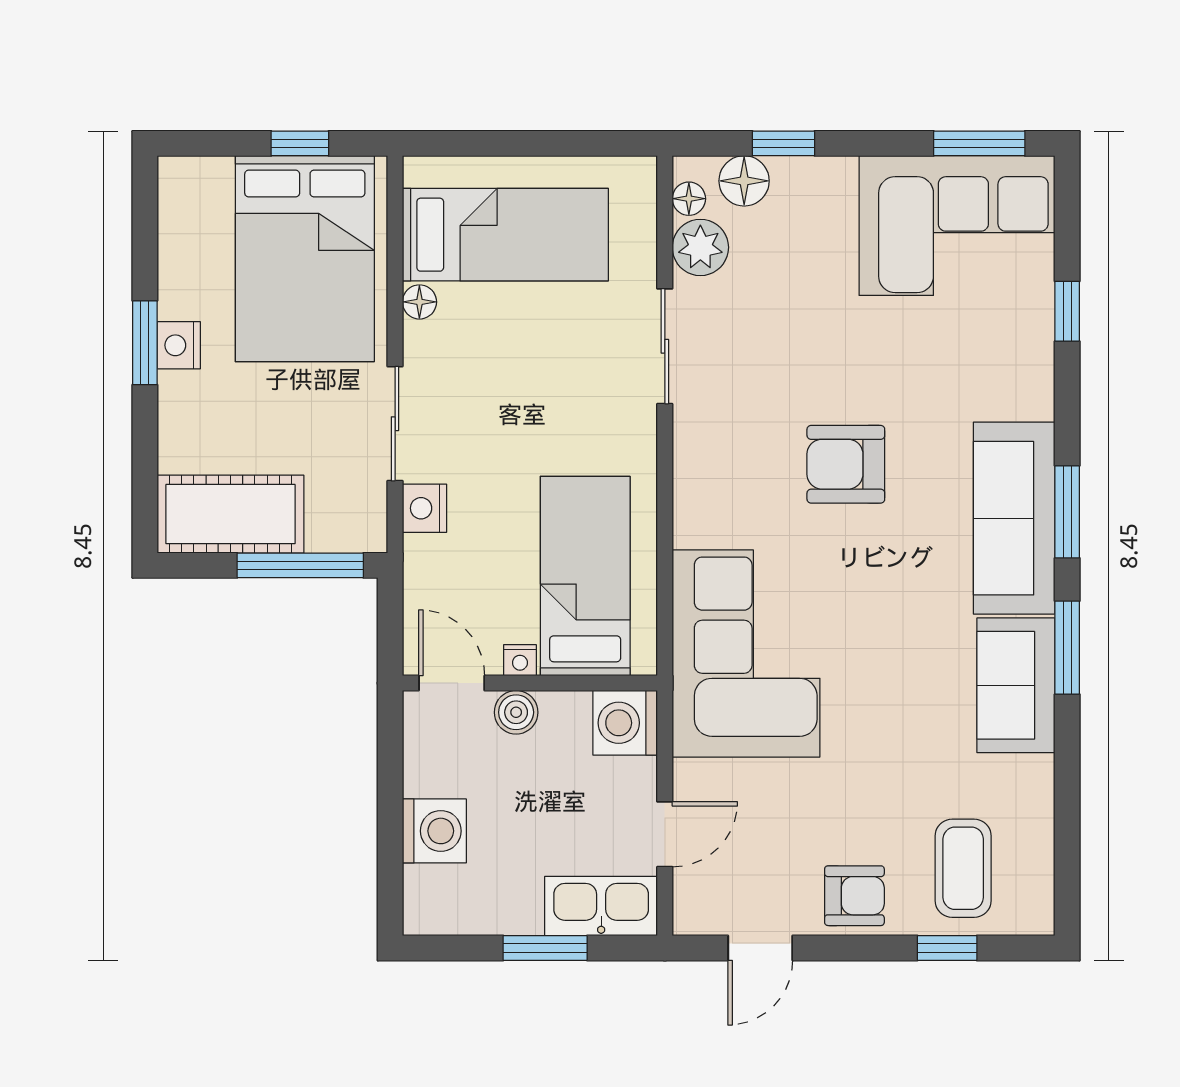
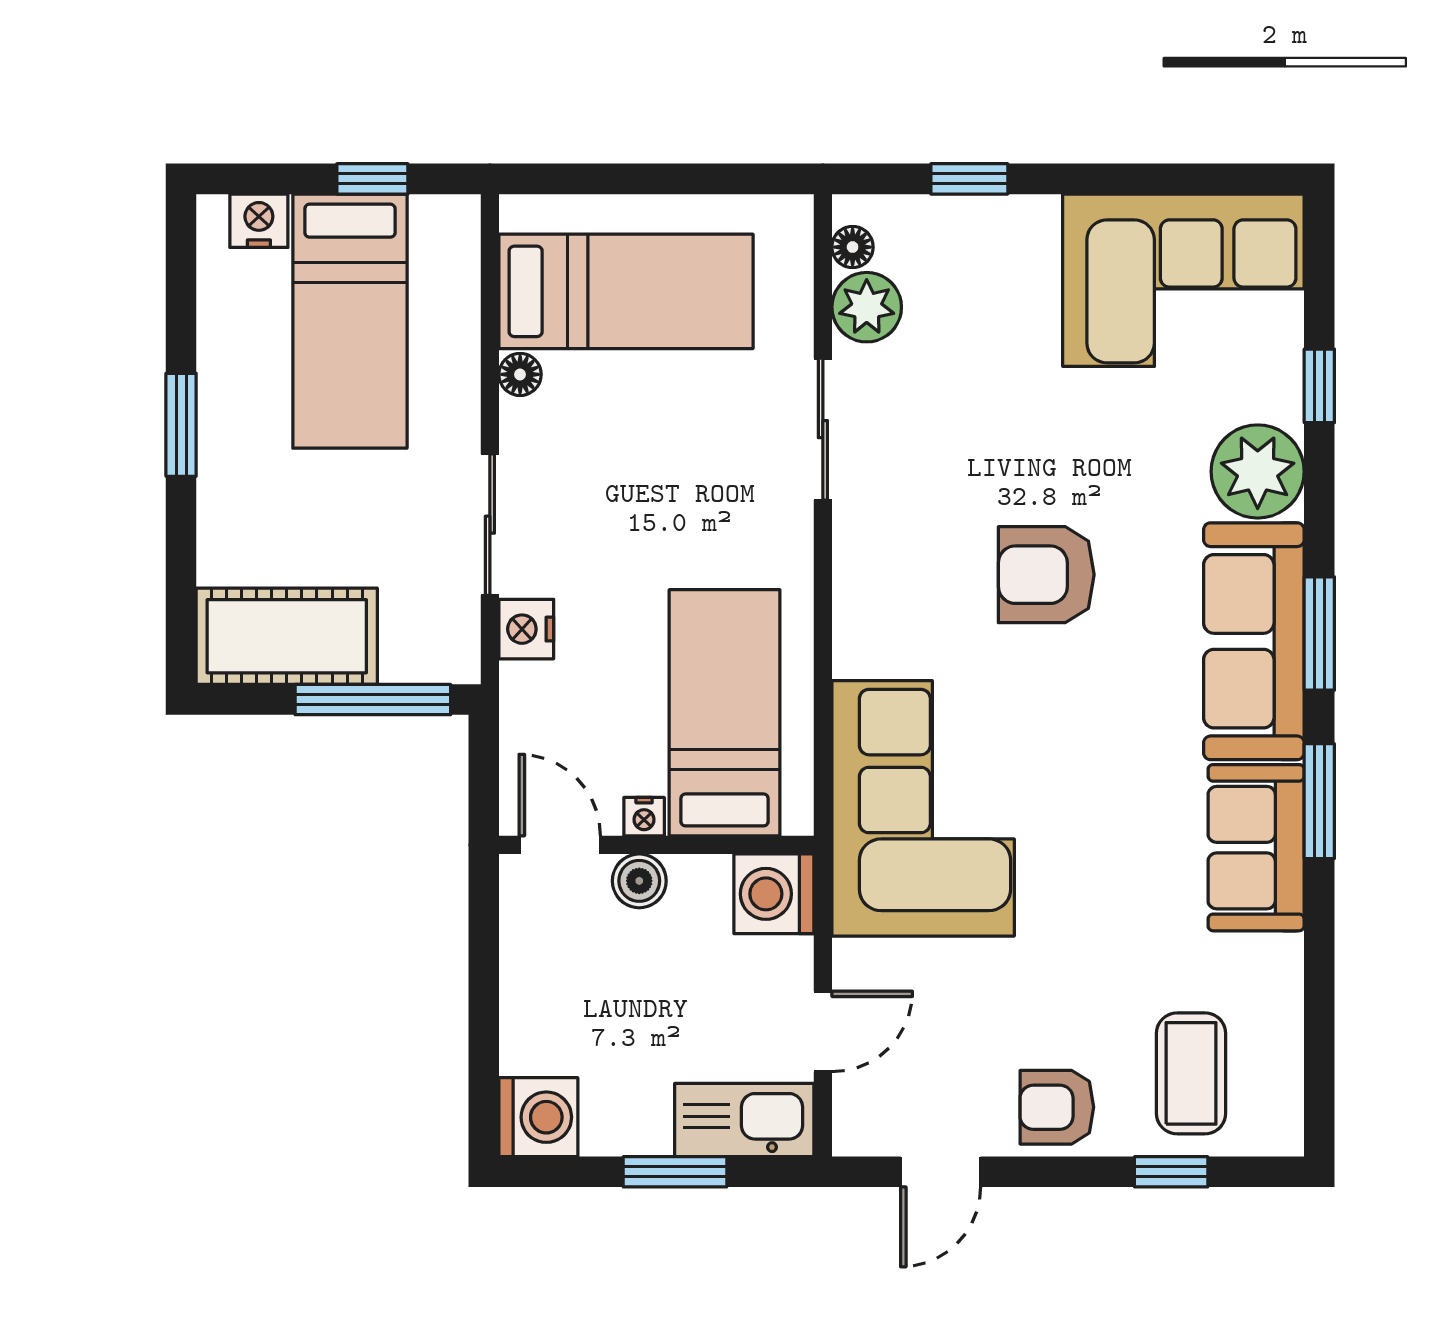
window: (979, 143) -> (1211, 179), removed
floor lamp: (744, 181) -> (921, 225), removed
bed: (305, 259) -> (350, 321), width x0.67
nightstand: (179, 345) -> (259, 221), moved, turned 90
plant: (1017, 381) -> (1258, 471), added
washing machine: (434, 831) -> (538, 1117), moved
armchair: (854, 896) -> (1057, 1107), turned 180

